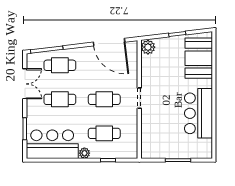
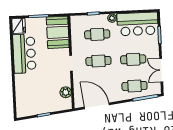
plant: (148, 47) -> (66, 92), moved
booth: (199, 58) -> (58, 32), moved
fridge: (204, 149) -> (19, 26), added

